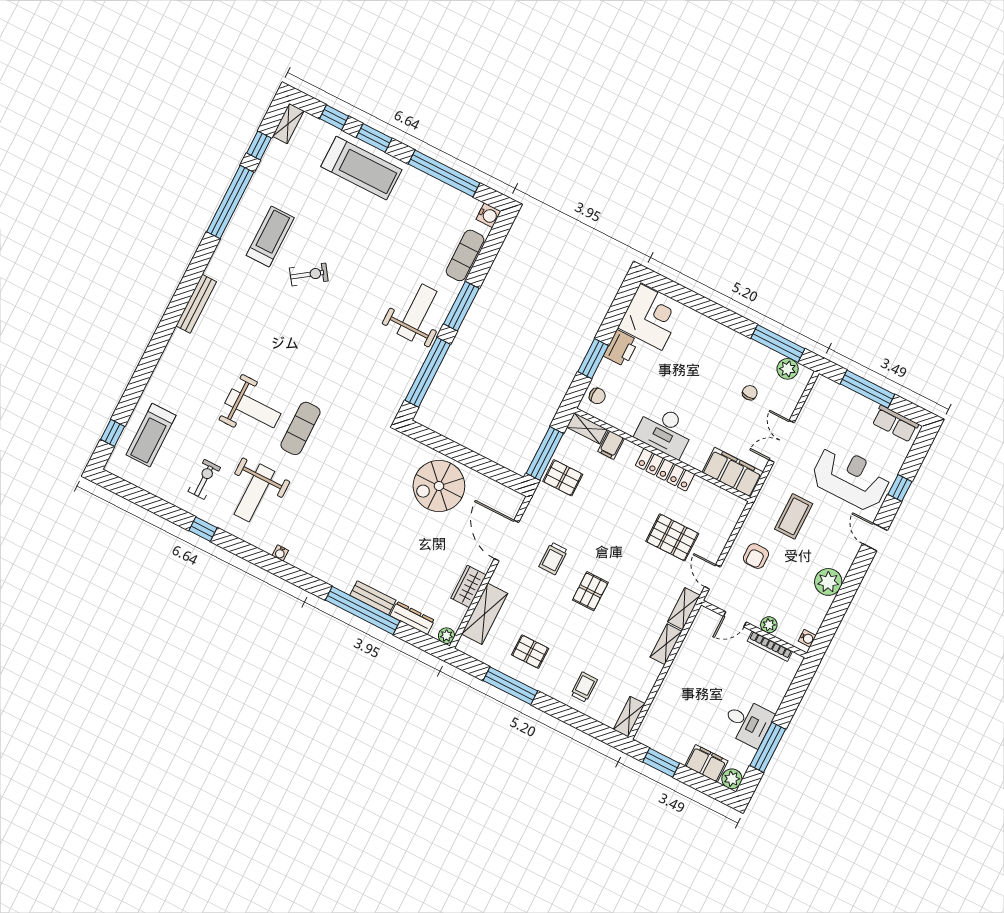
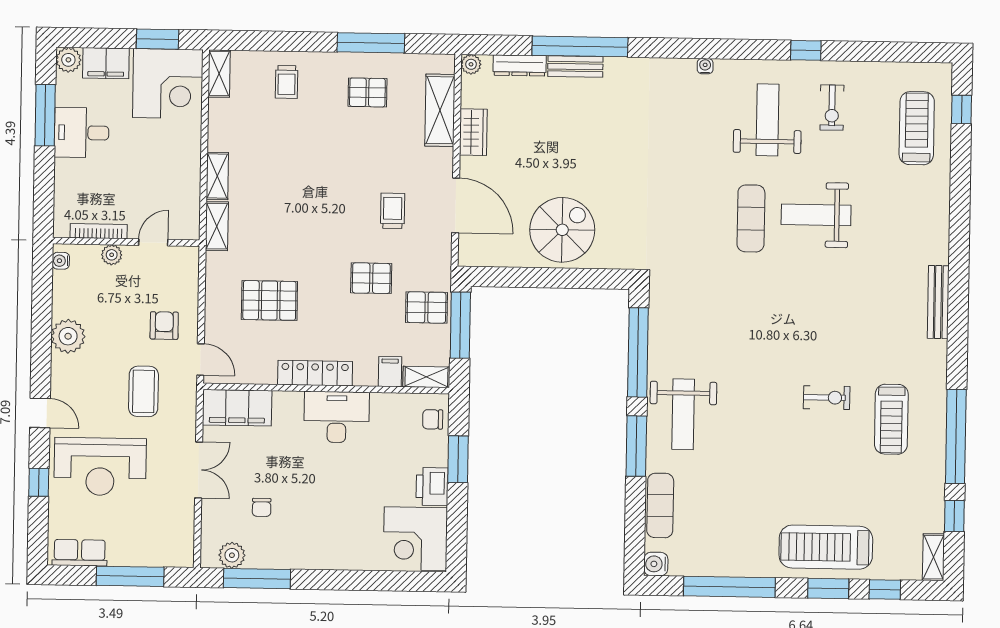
exercise bike: (309, 274) -> (827, 398), turned -145
door: (713, 577) -> (201, 359), moved
pallet: (590, 591) -> (371, 278), moved, turned 90
corner desk: (669, 727) -> (168, 84), added

